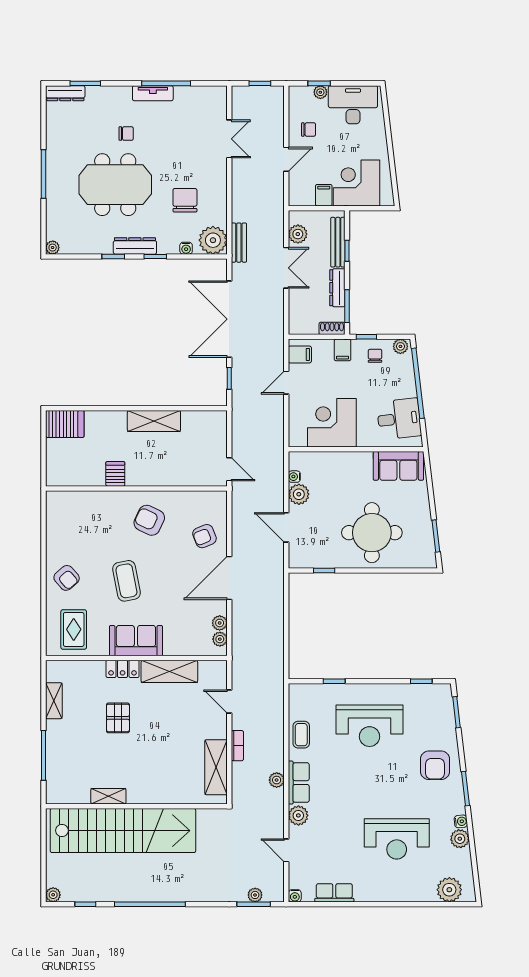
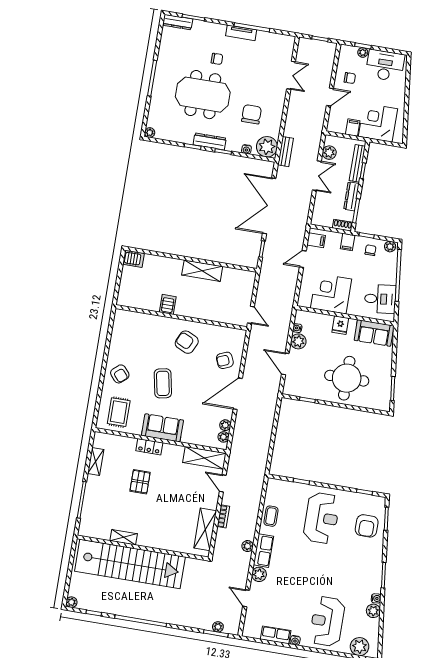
server rack: (65, 424) -> (133, 259), width x0.73, depth x0.70
fridge: (351, 463) -> (340, 325), added
shelving: (169, 671) -> (204, 458), moved
reception desk: (370, 726) -> (322, 518), turned -90
armchair: (435, 765) -> (367, 526), moved
reception desk: (397, 839) -> (327, 621), moved, turned 90
water cooler: (295, 896) -> (295, 640), moved

